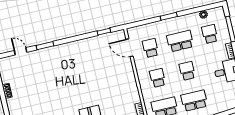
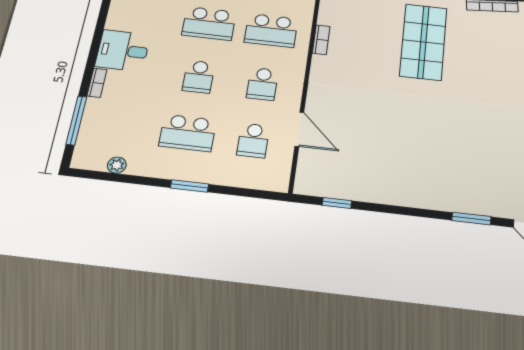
school desk: (210, 34) -> (122, 125), removed
door: (130, 48) -> (299, 129), moved

